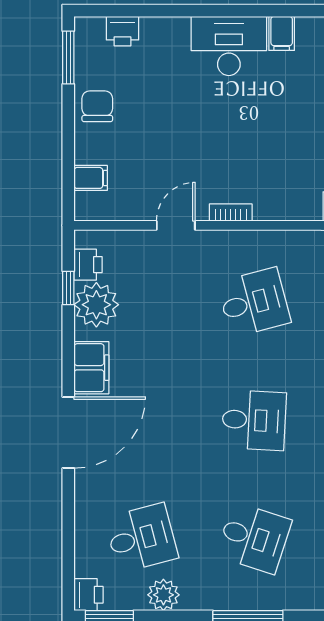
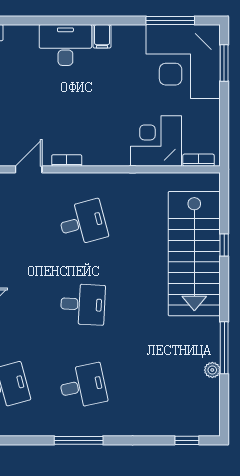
desk: (254, 538) -> (83, 386), turned -30
plant: (163, 595) -> (20, 425), removed

